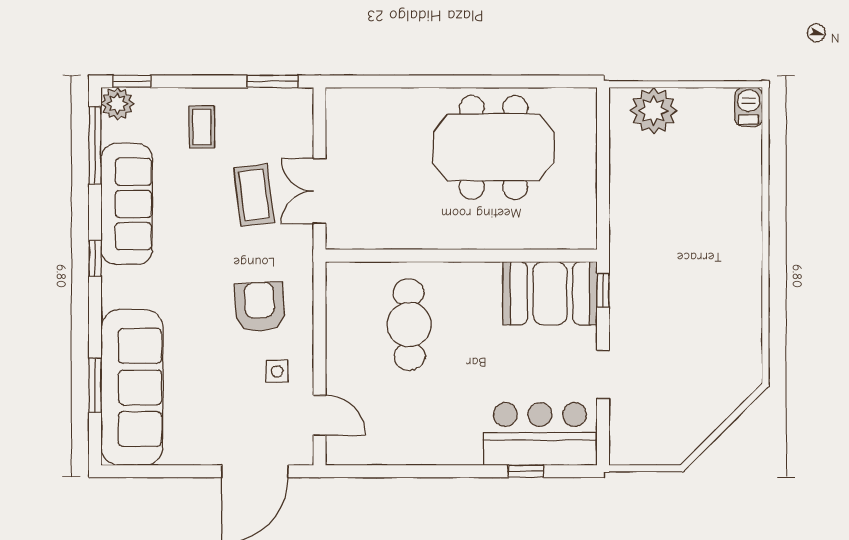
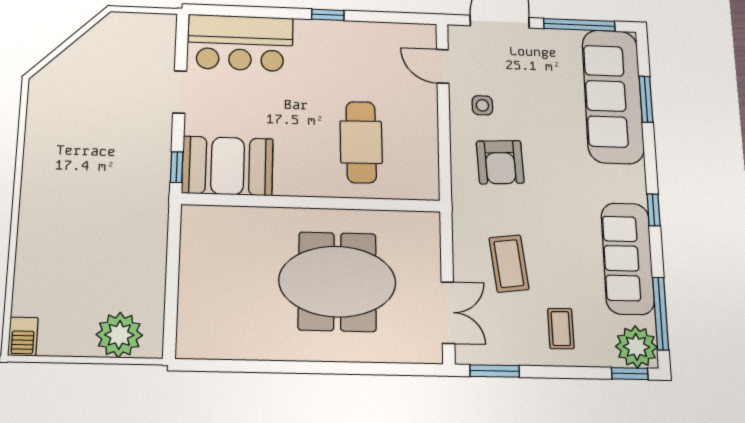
plant: (117, 104) -> (636, 347), width x1.36, depth x1.36
meeting table: (494, 147) -> (337, 281), moved
double door: (320, 191) -> (448, 313), moved
window: (165, 471) -> (579, 25), added
window: (526, 471) -> (328, 15), moved

